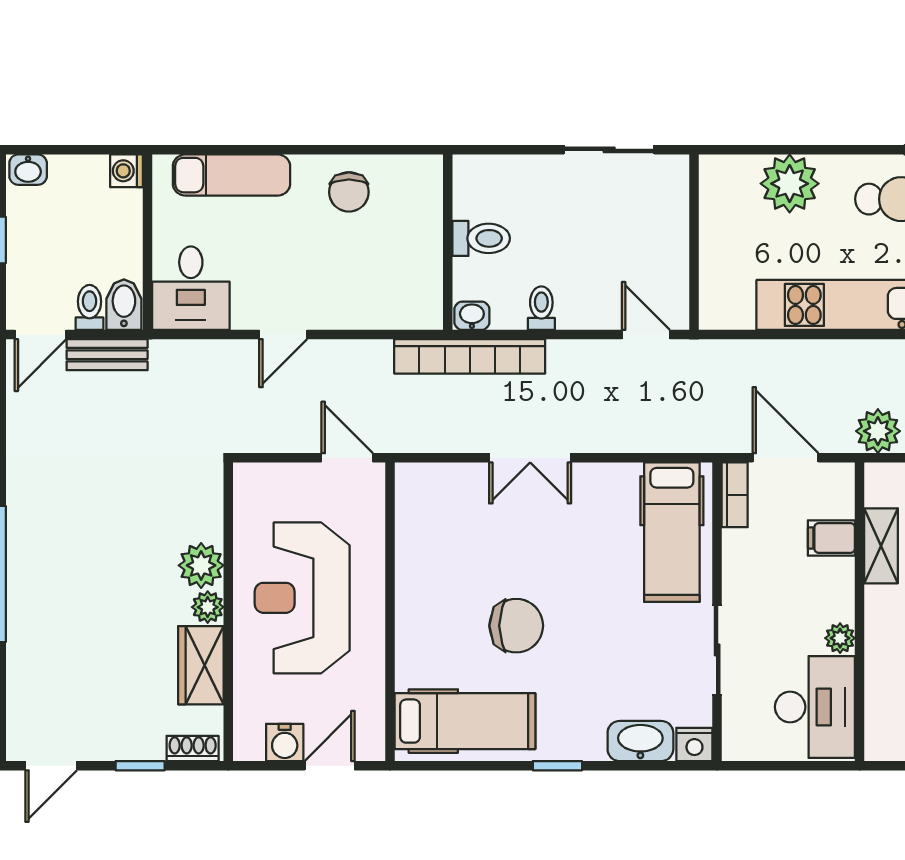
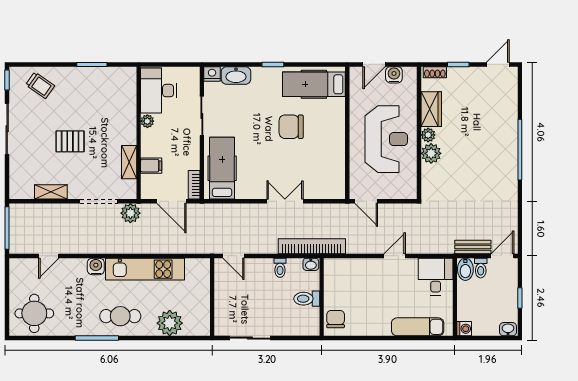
chair: (349, 192) -> (336, 319), moved

